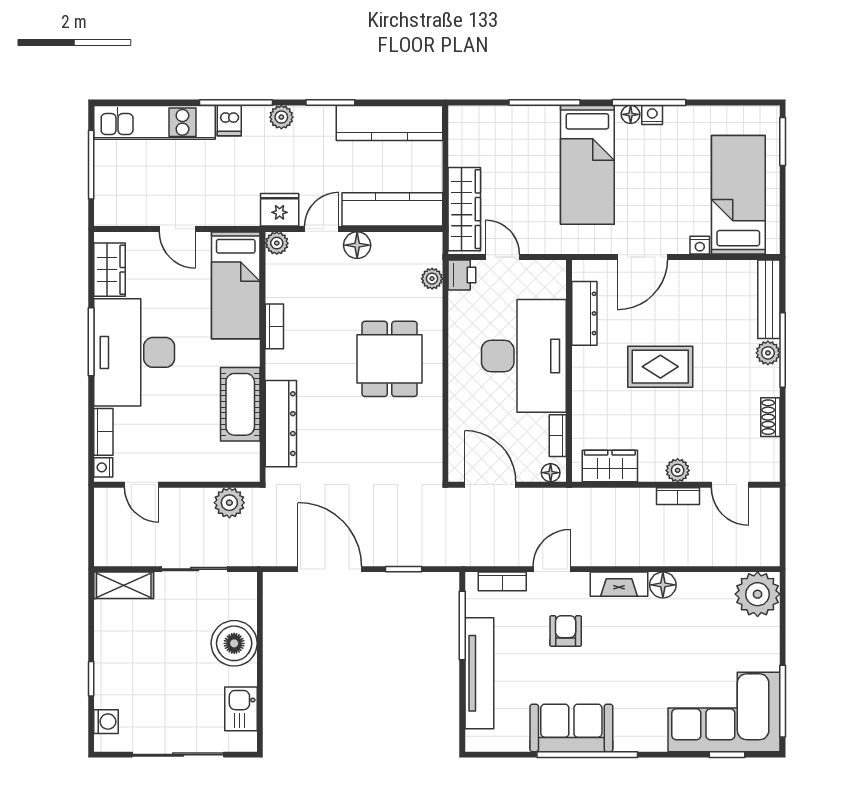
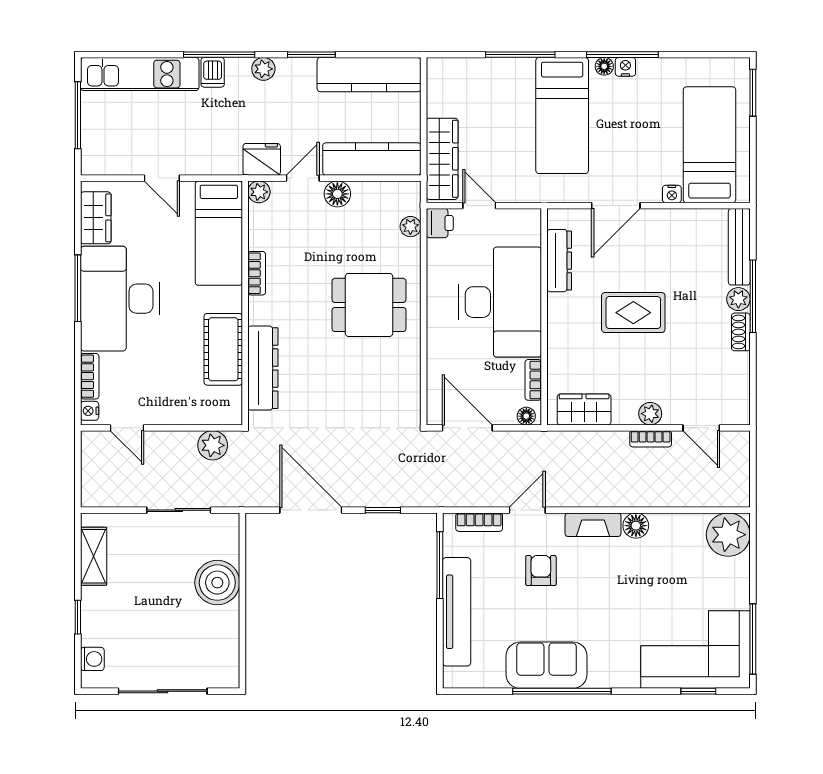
dining table: (390, 359) -> (369, 305), turned 90
shoe rack: (770, 417) -> (741, 332), moved
shelving: (124, 585) -> (94, 556), moved, turned 90
kitchen sink: (241, 709) -> (224, 647), removed

